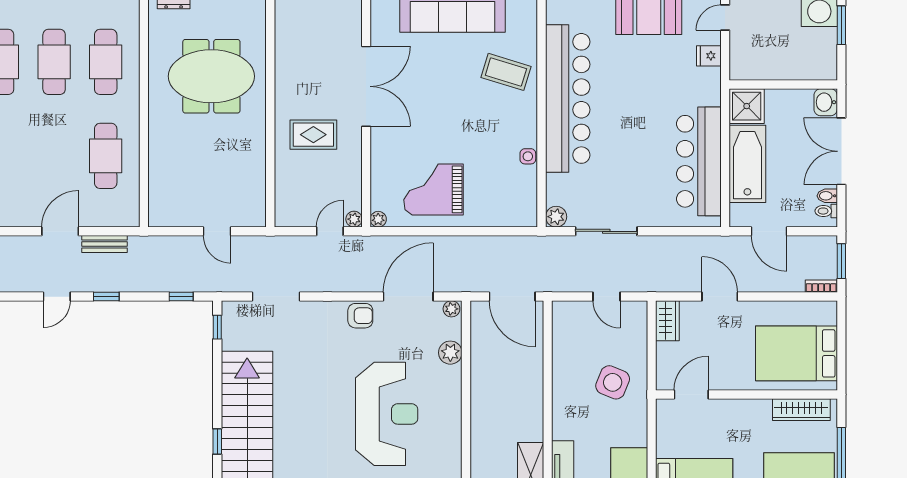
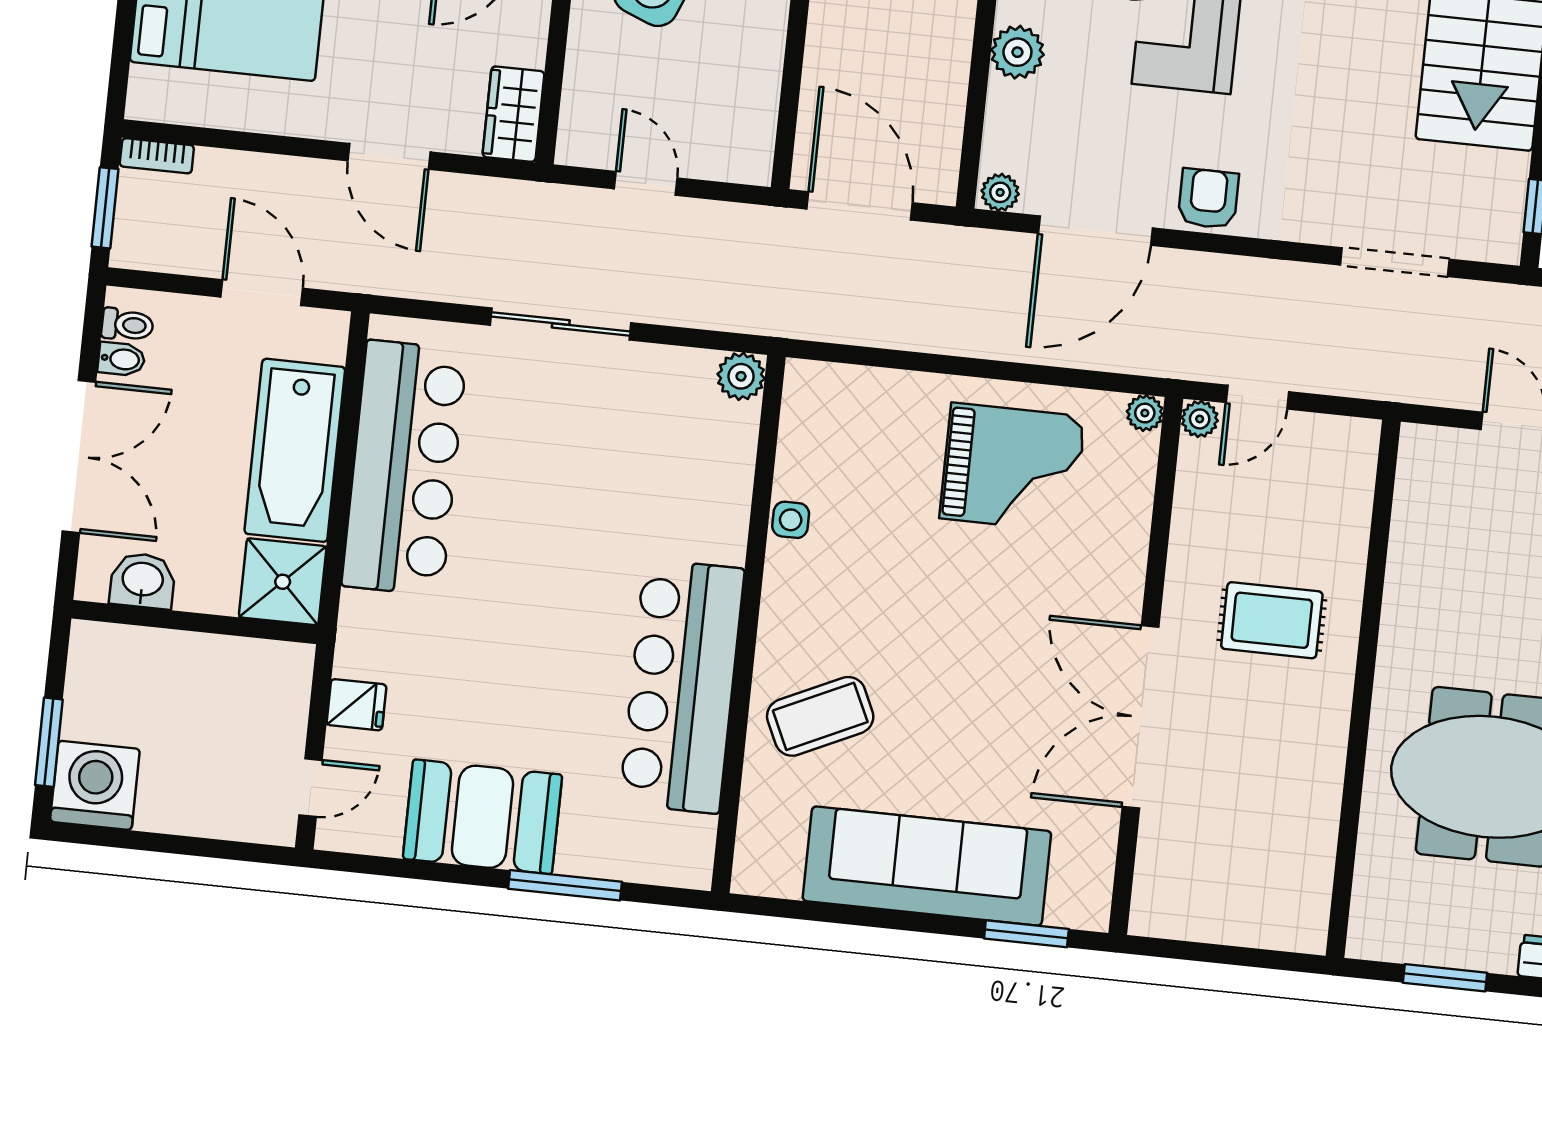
coffee table: (506, 72) -> (820, 716), turned -42
bar counter: (568, 98) -> (682, 686), width x0.73
washbasin: (826, 102) -> (143, 581), moved, turned -90
sliding door: (606, 231) -> (561, 324), moved
armchair: (360, 316) -> (1208, 199), turned 90
plant: (450, 353) -> (1017, 52), moved

